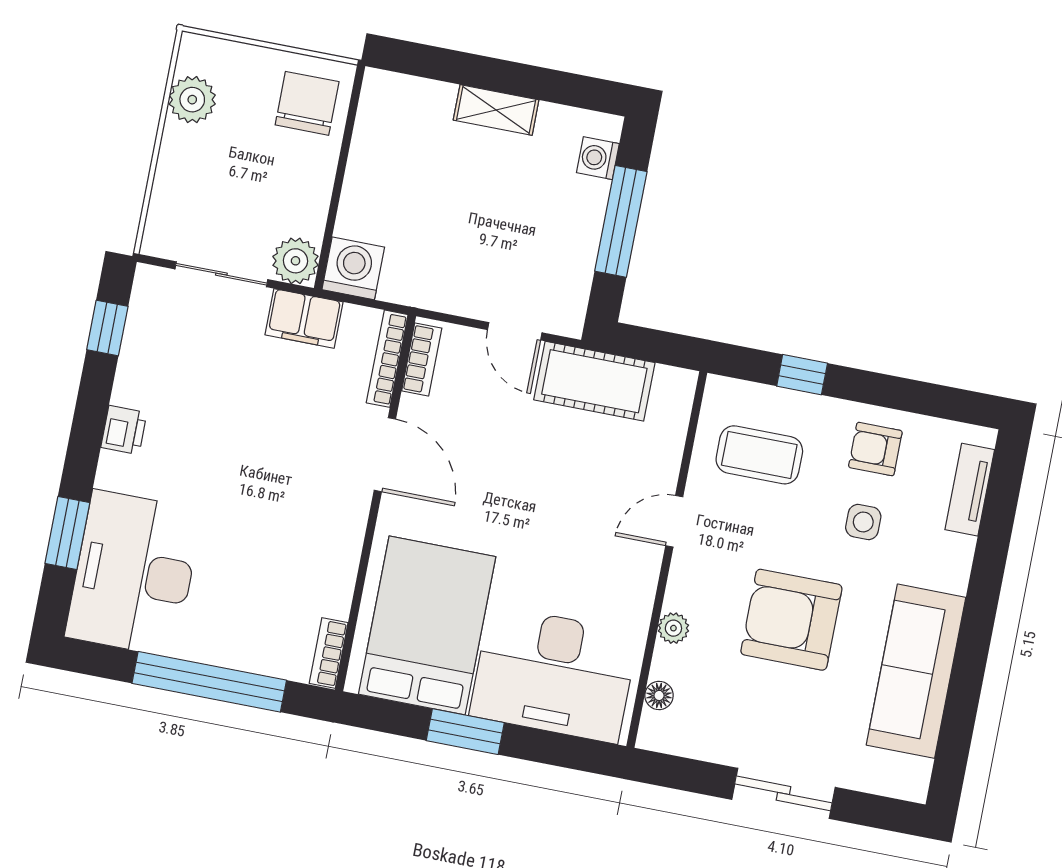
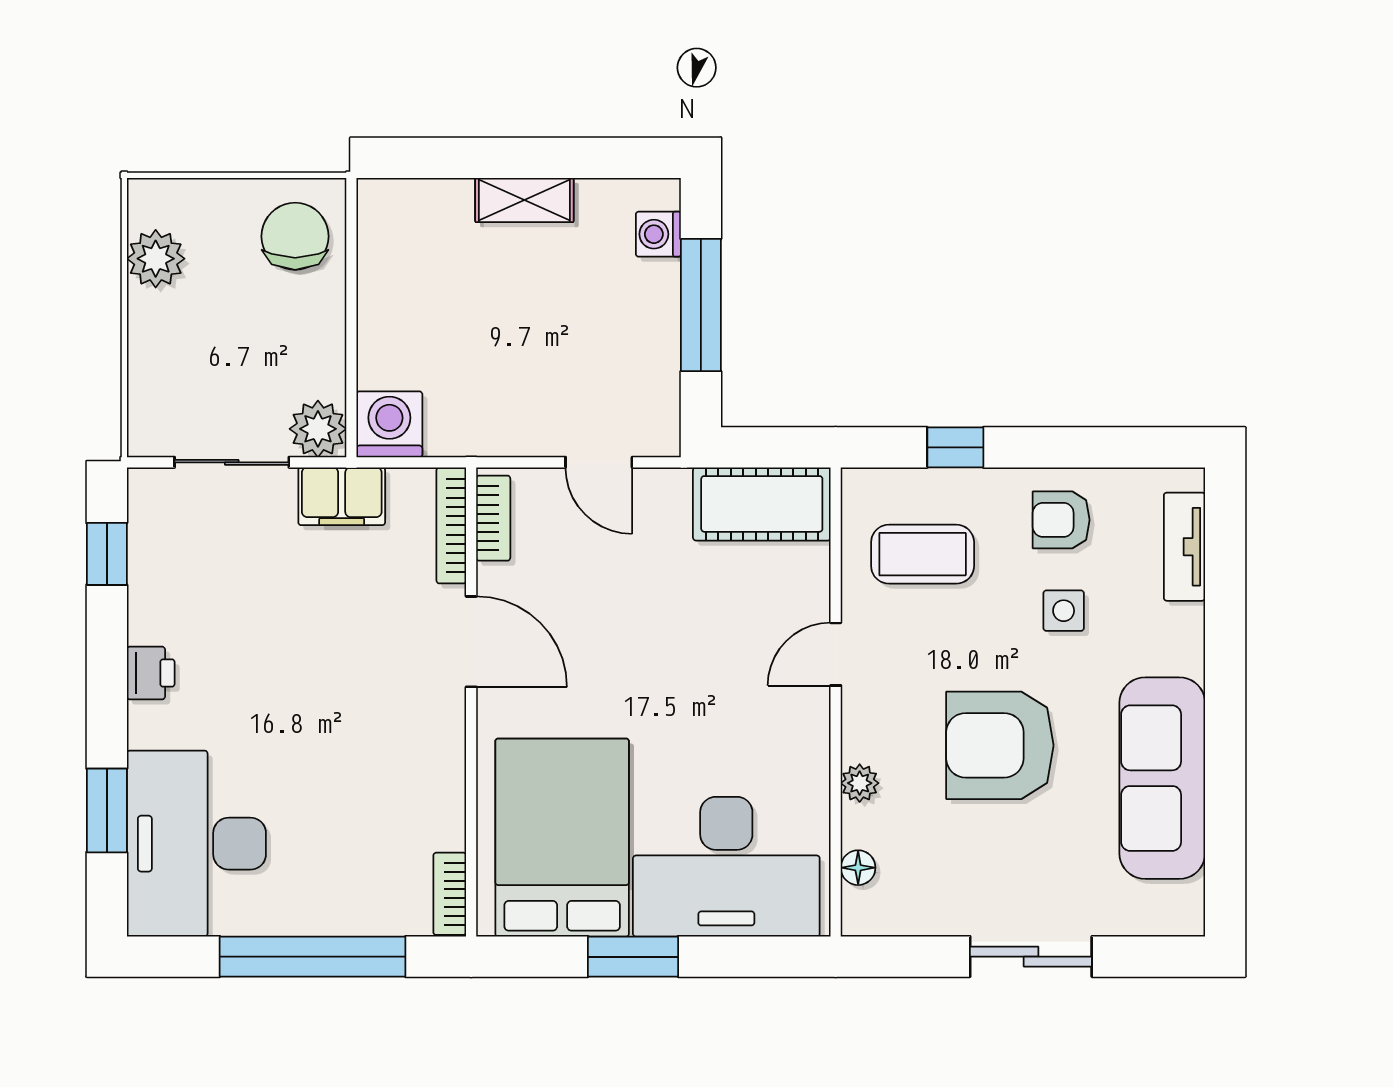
cot: (594, 381) -> (762, 504), moved

